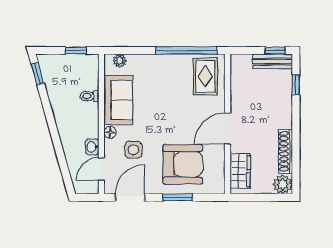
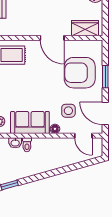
washbasin: (92, 147) -> (15, 143), moved
armchair: (183, 164) -> (80, 73), turned -90

